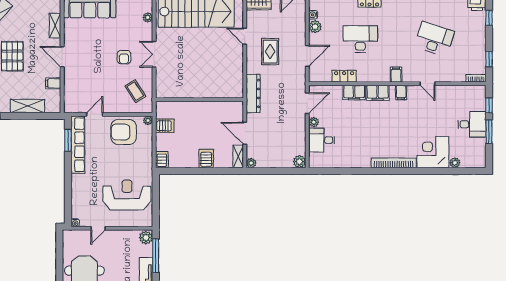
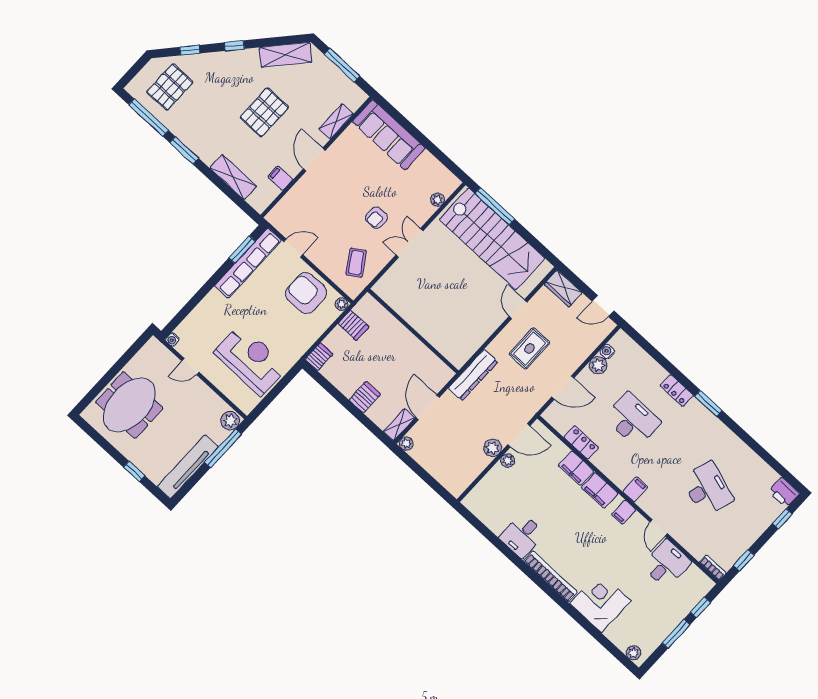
desk: (472, 124) -> (666, 564), moved, turned -90
desk: (322, 140) -> (522, 535), moved, turned -90
plant: (299, 162) -> (493, 448), moved
plant: (455, 163) -> (633, 653), moved

